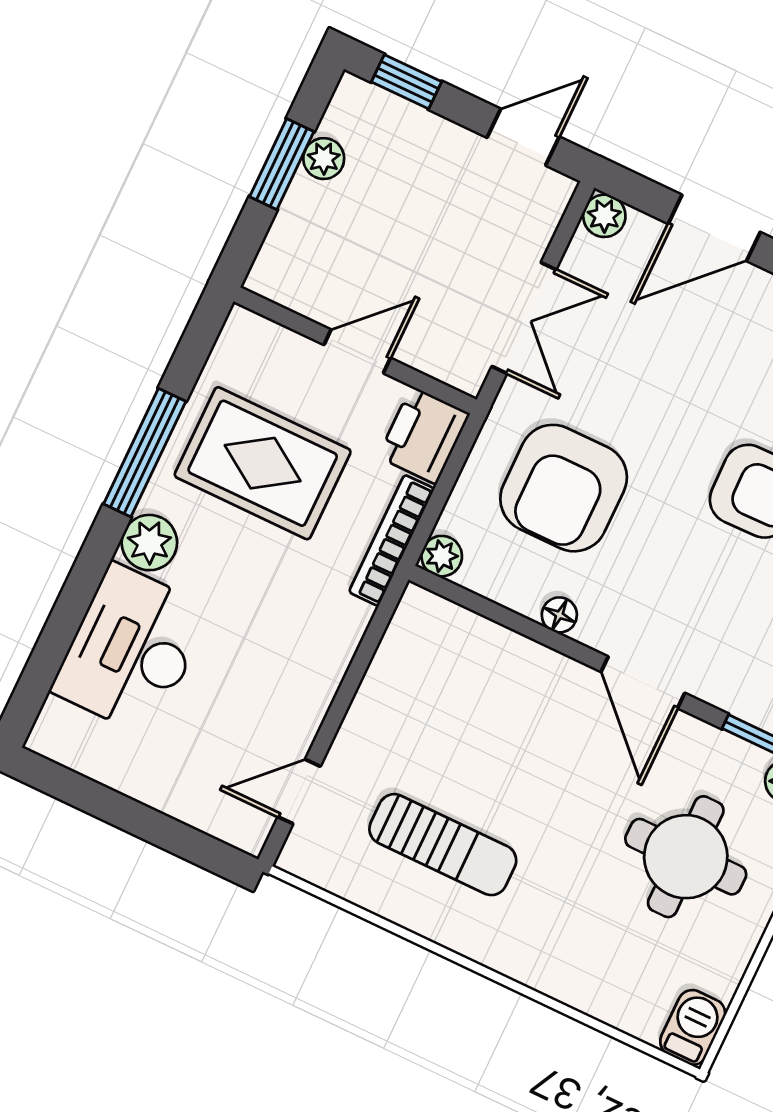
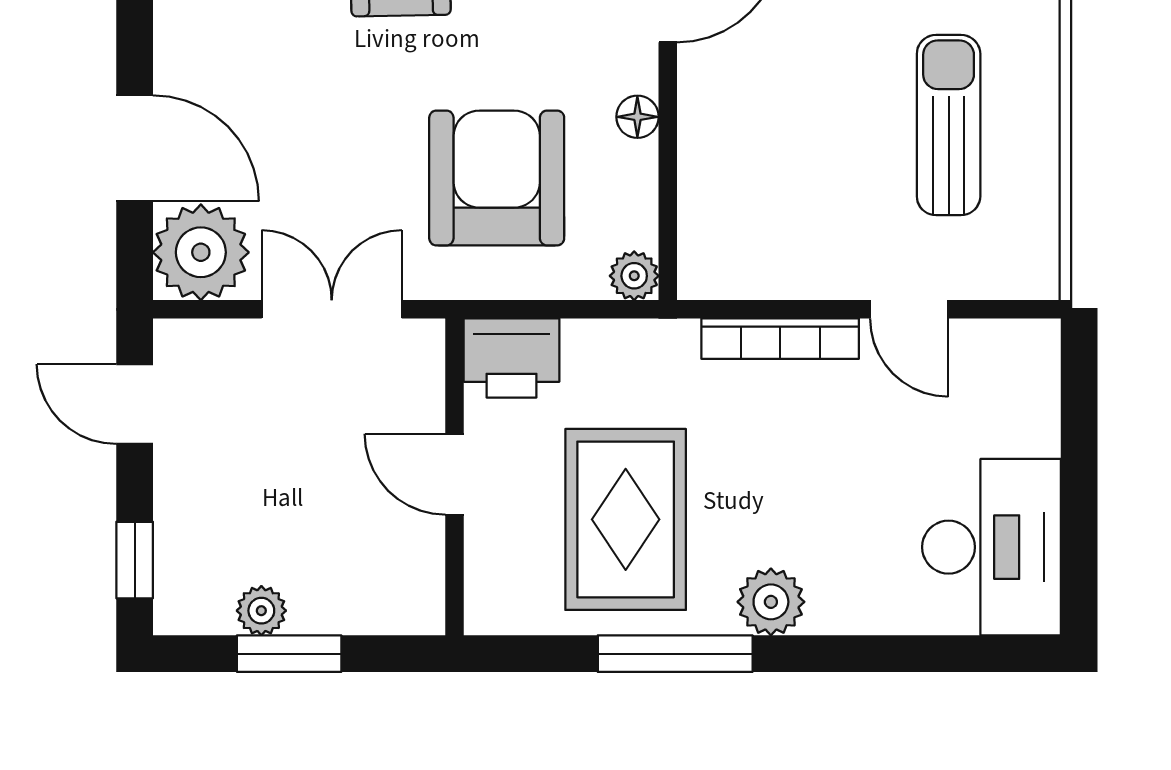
plant: (604, 216) -> (201, 252), width x1.88, depth x1.88
armchair: (564, 488) -> (497, 178), turned -90
bookcase: (392, 540) -> (780, 339), moved
desk: (131, 650) -> (991, 547), moved, turned -90
door: (299, 792) -> (909, 309), moved

